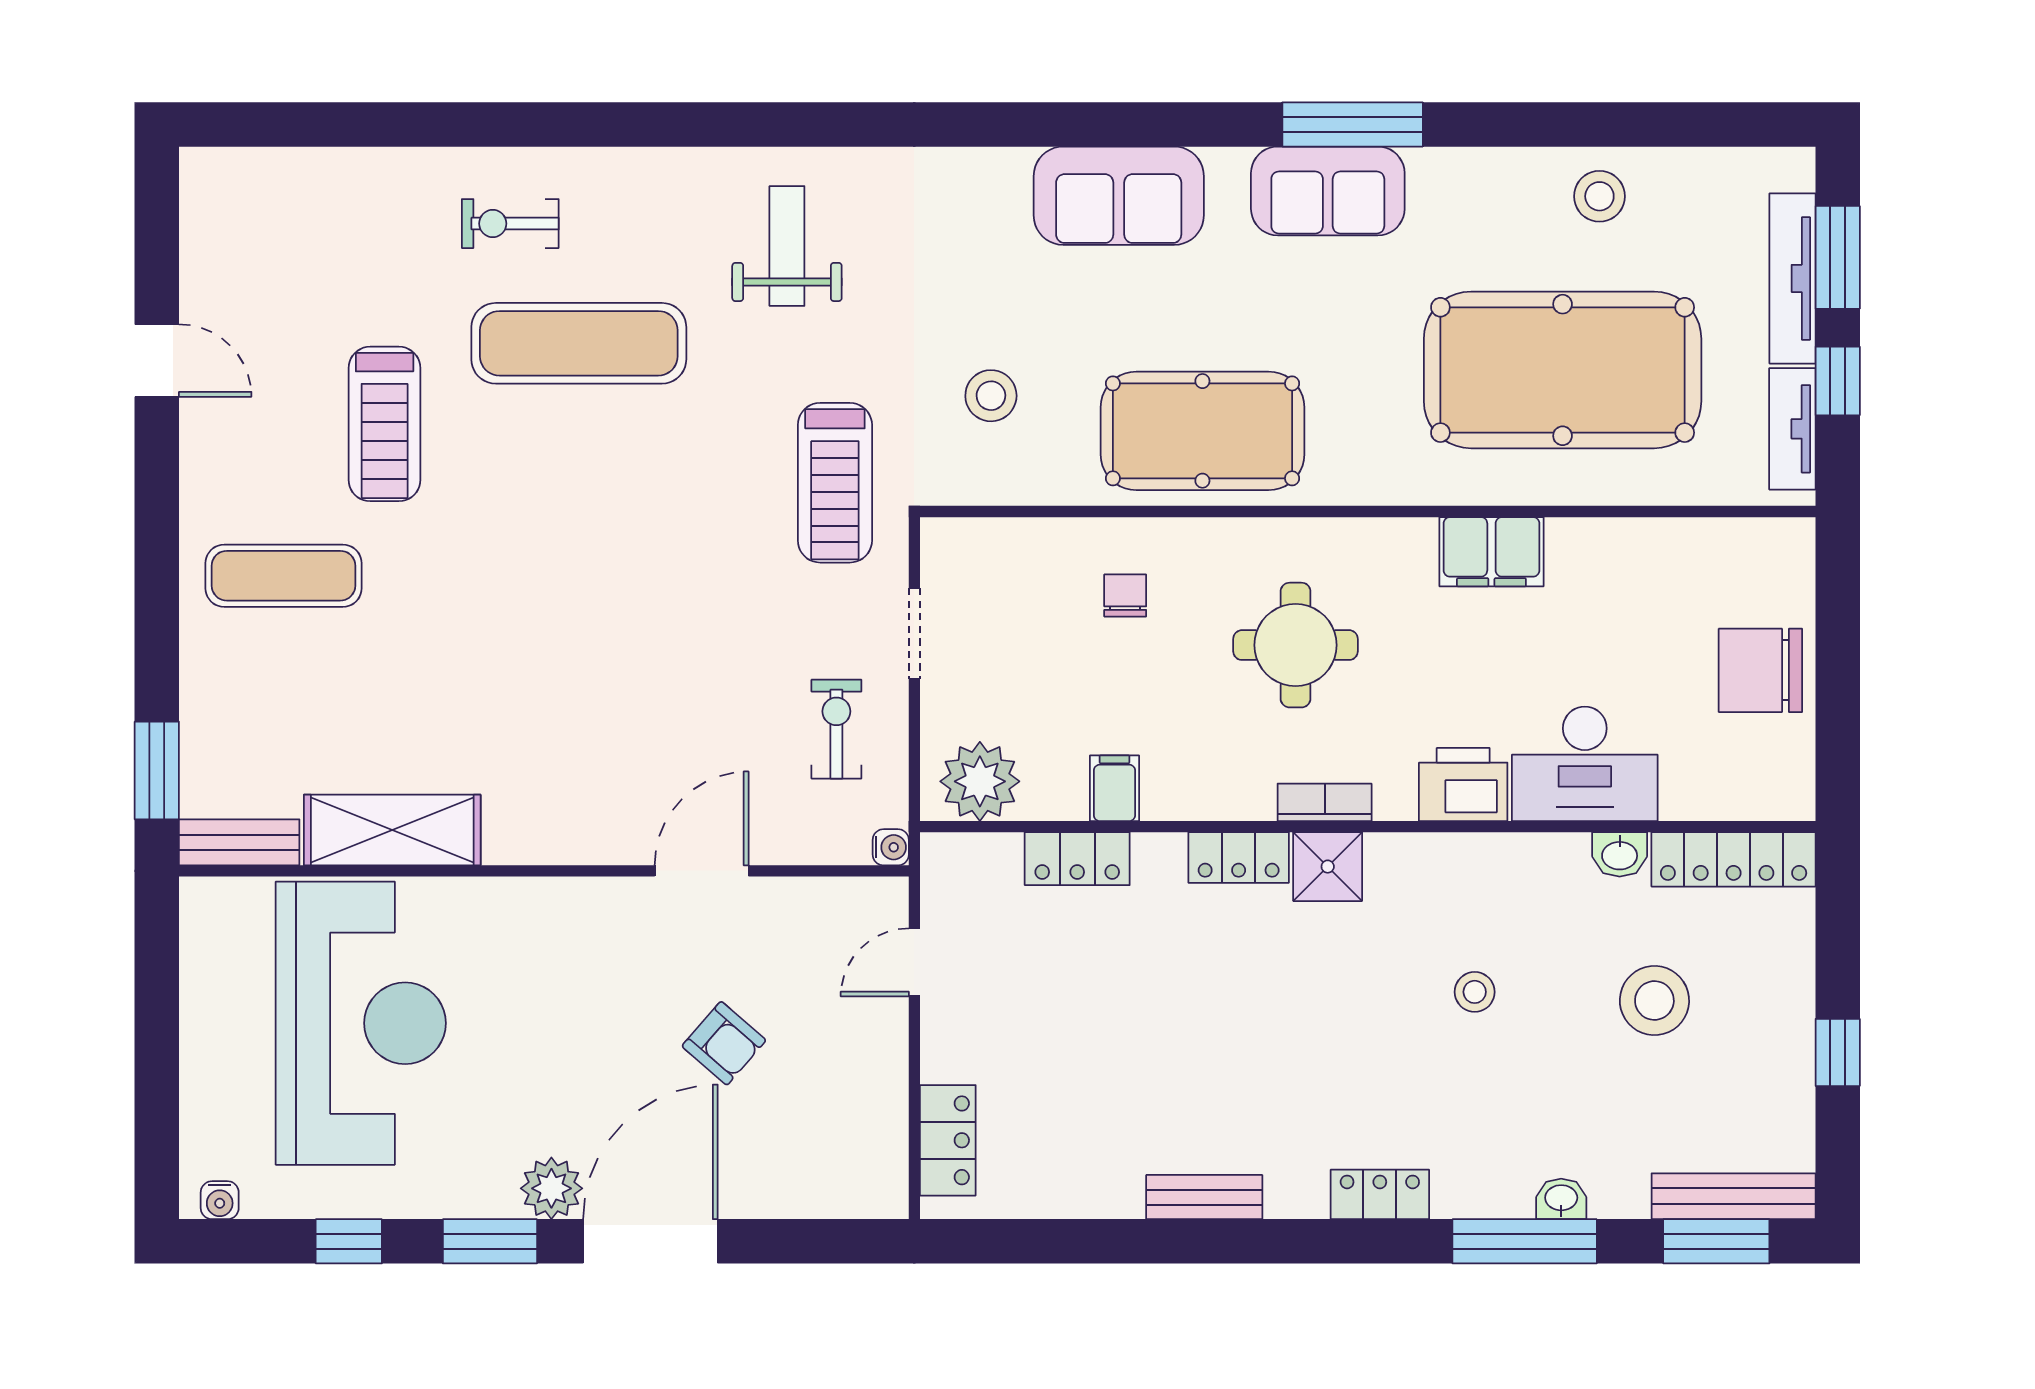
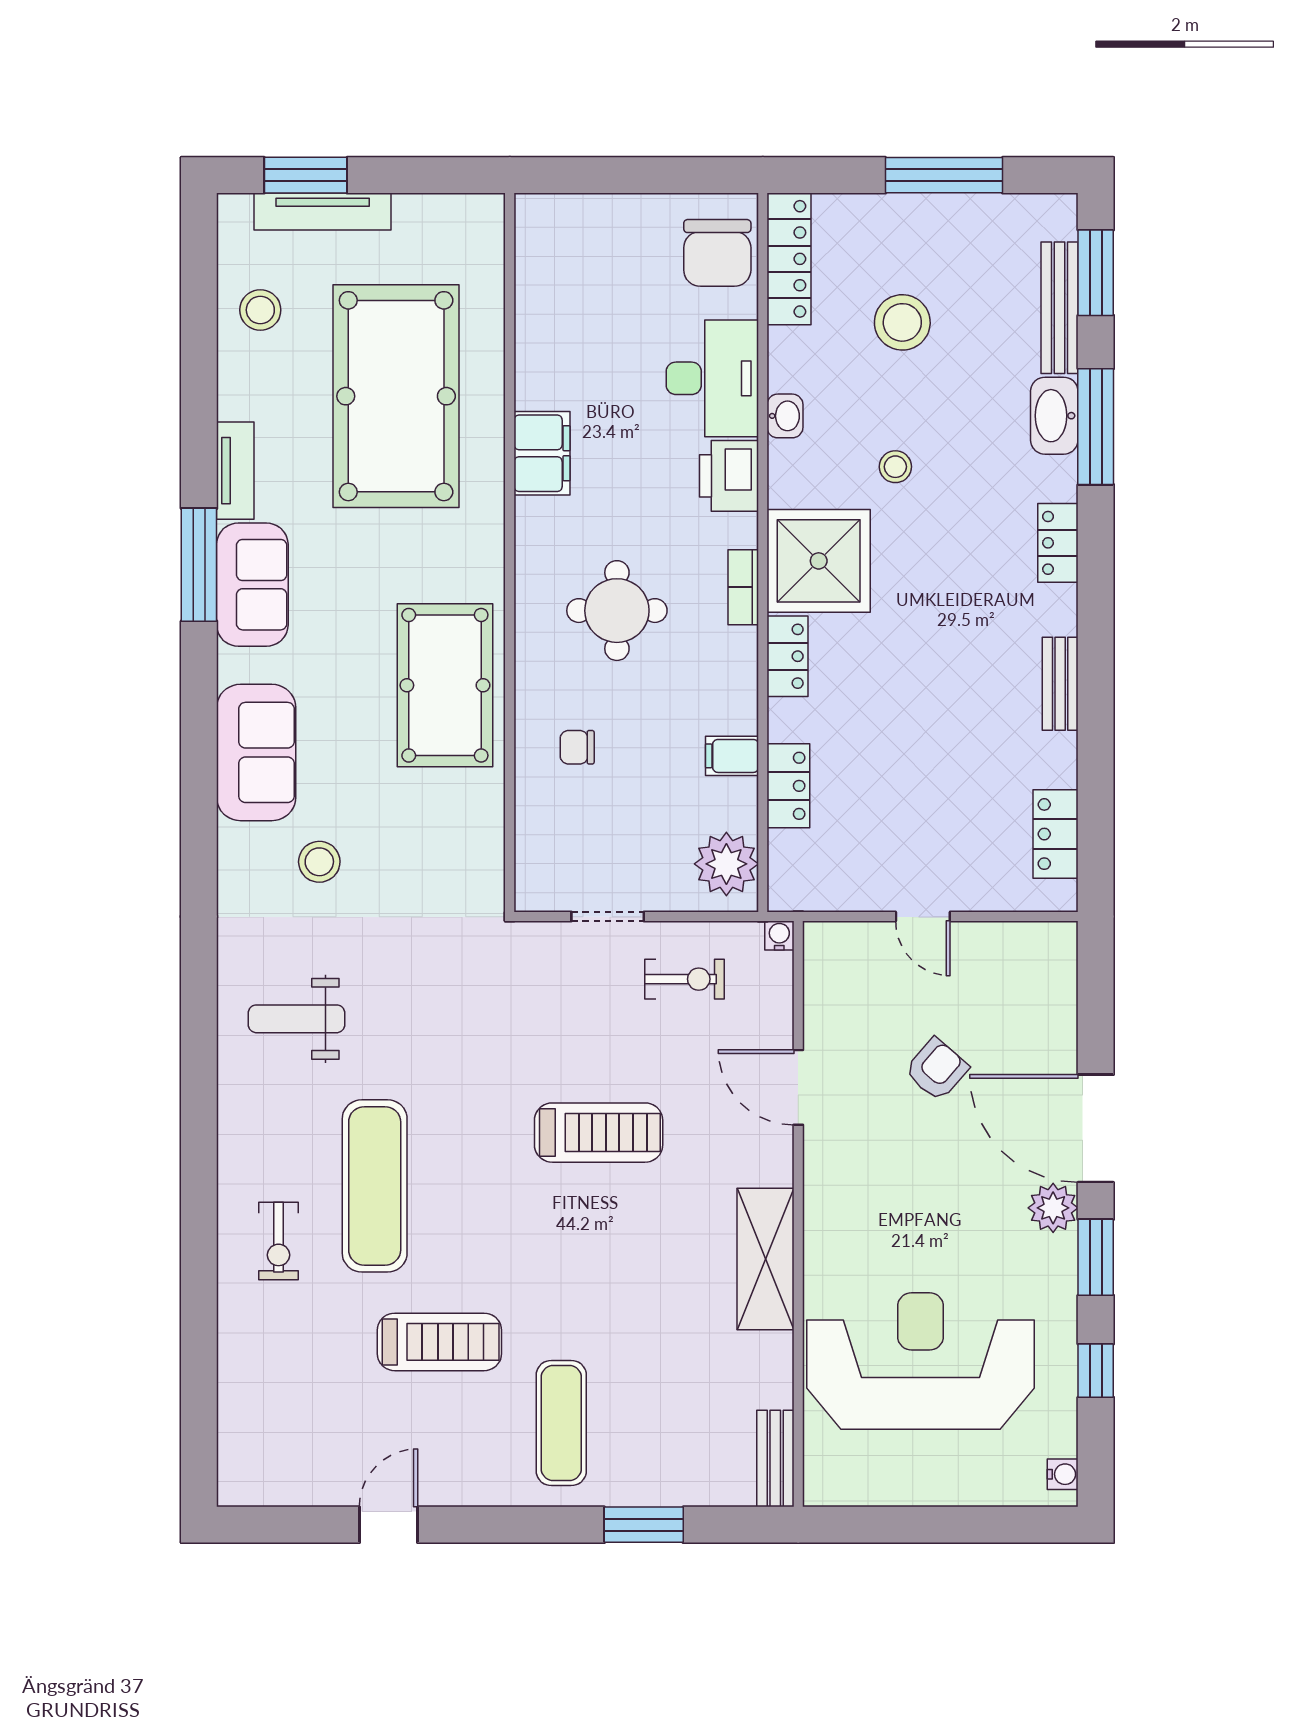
stool: (1599, 196) -> (260, 310), moved
window: (1838, 381) -> (405, 175), removed
stool: (991, 396) -> (319, 862), moved
tv unit: (1792, 429) -> (235, 471), moved, turned -90
treadmill: (835, 483) -> (599, 1133), moved
chair: (1760, 670) -> (717, 253), moved
exercise bike: (836, 729) -> (684, 979), turned 180
window: (157, 771) -> (644, 1525), moved
shelving: (392, 830) -> (765, 1259), moved
washbasin: (1620, 854) -> (785, 416), moved
shower: (1328, 867) -> (819, 561), width x1.86, depth x1.86
door: (914, 962) -> (923, 917), moved
window: (1838, 1052) -> (944, 175), width x2.17
locker: (948, 1140) -> (1055, 834), moved, turned -90
bench: (1734, 1196) -> (1059, 308), moved
washbasin: (1561, 1199) -> (1054, 416), width x1.91, depth x1.45

